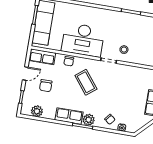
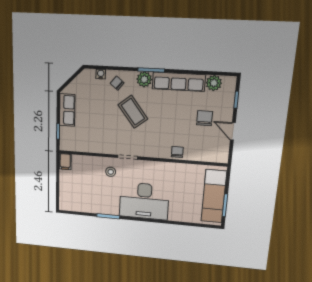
desk: (83, 40) -> (144, 201), moved, turned 180
row of seats: (42, 57) -> (212, 155), removed
door: (25, 73) -> (233, 131), hinge flipped
coffee table: (86, 82) -> (133, 112), moved
row of seats: (69, 116) -> (179, 82), width x1.48

